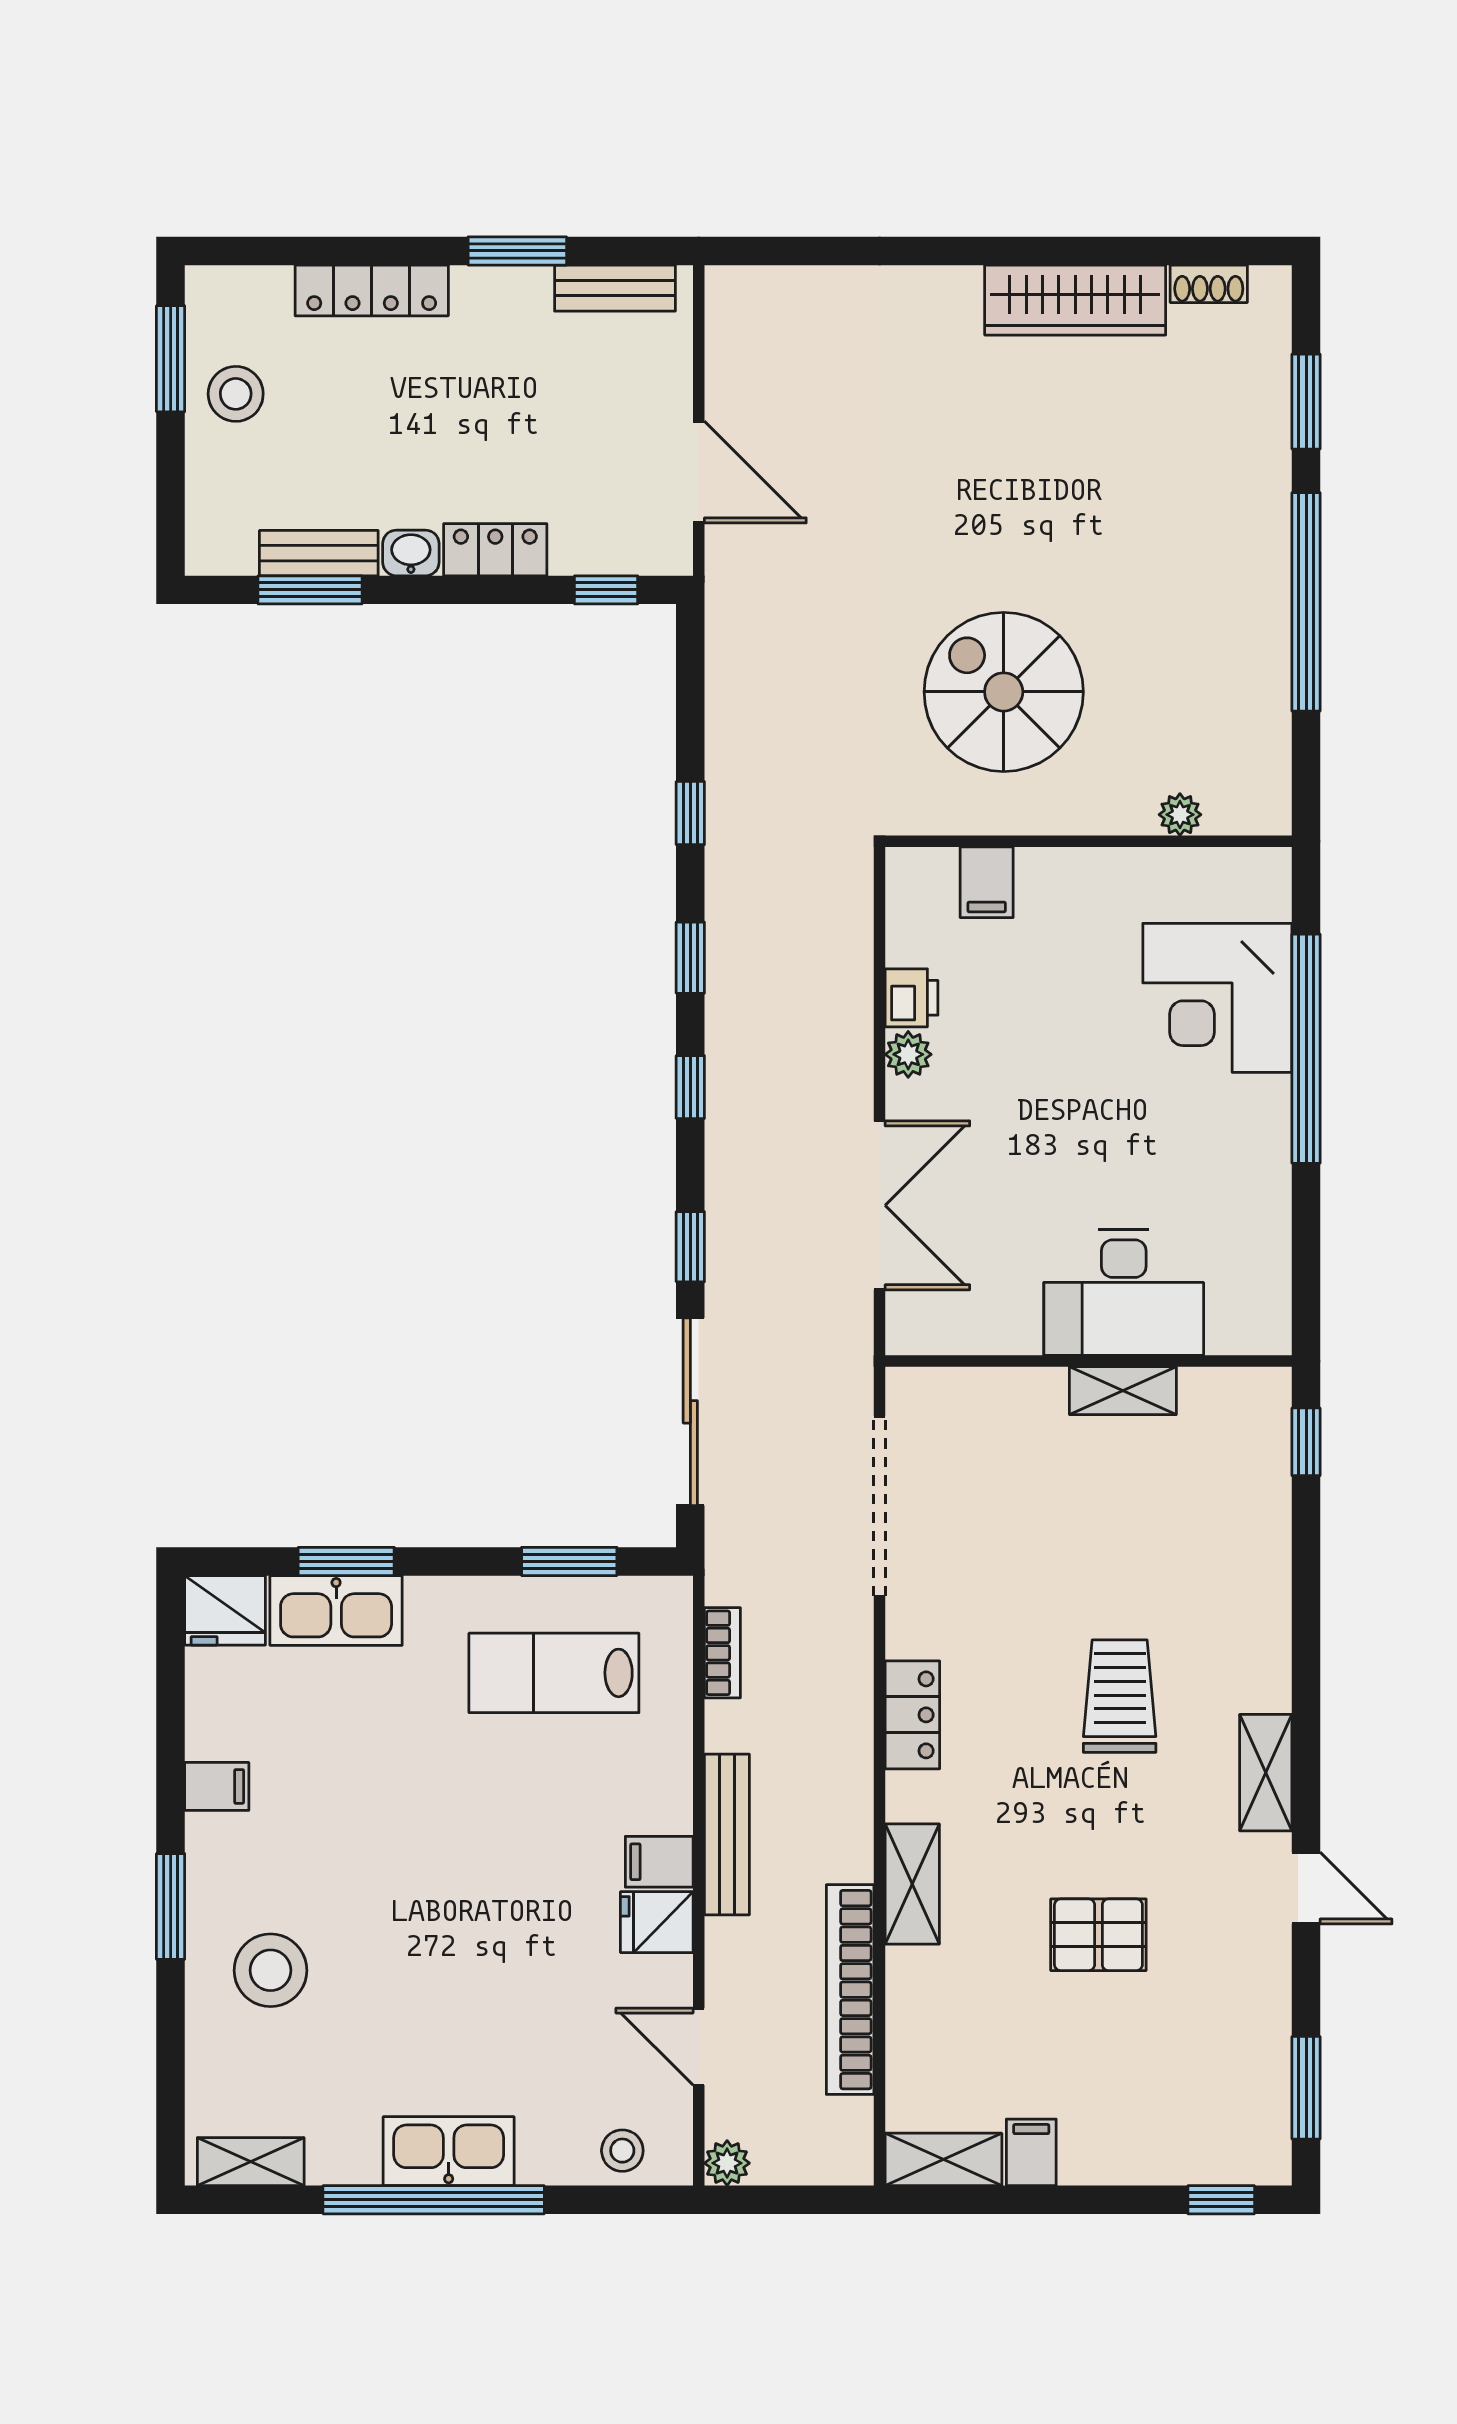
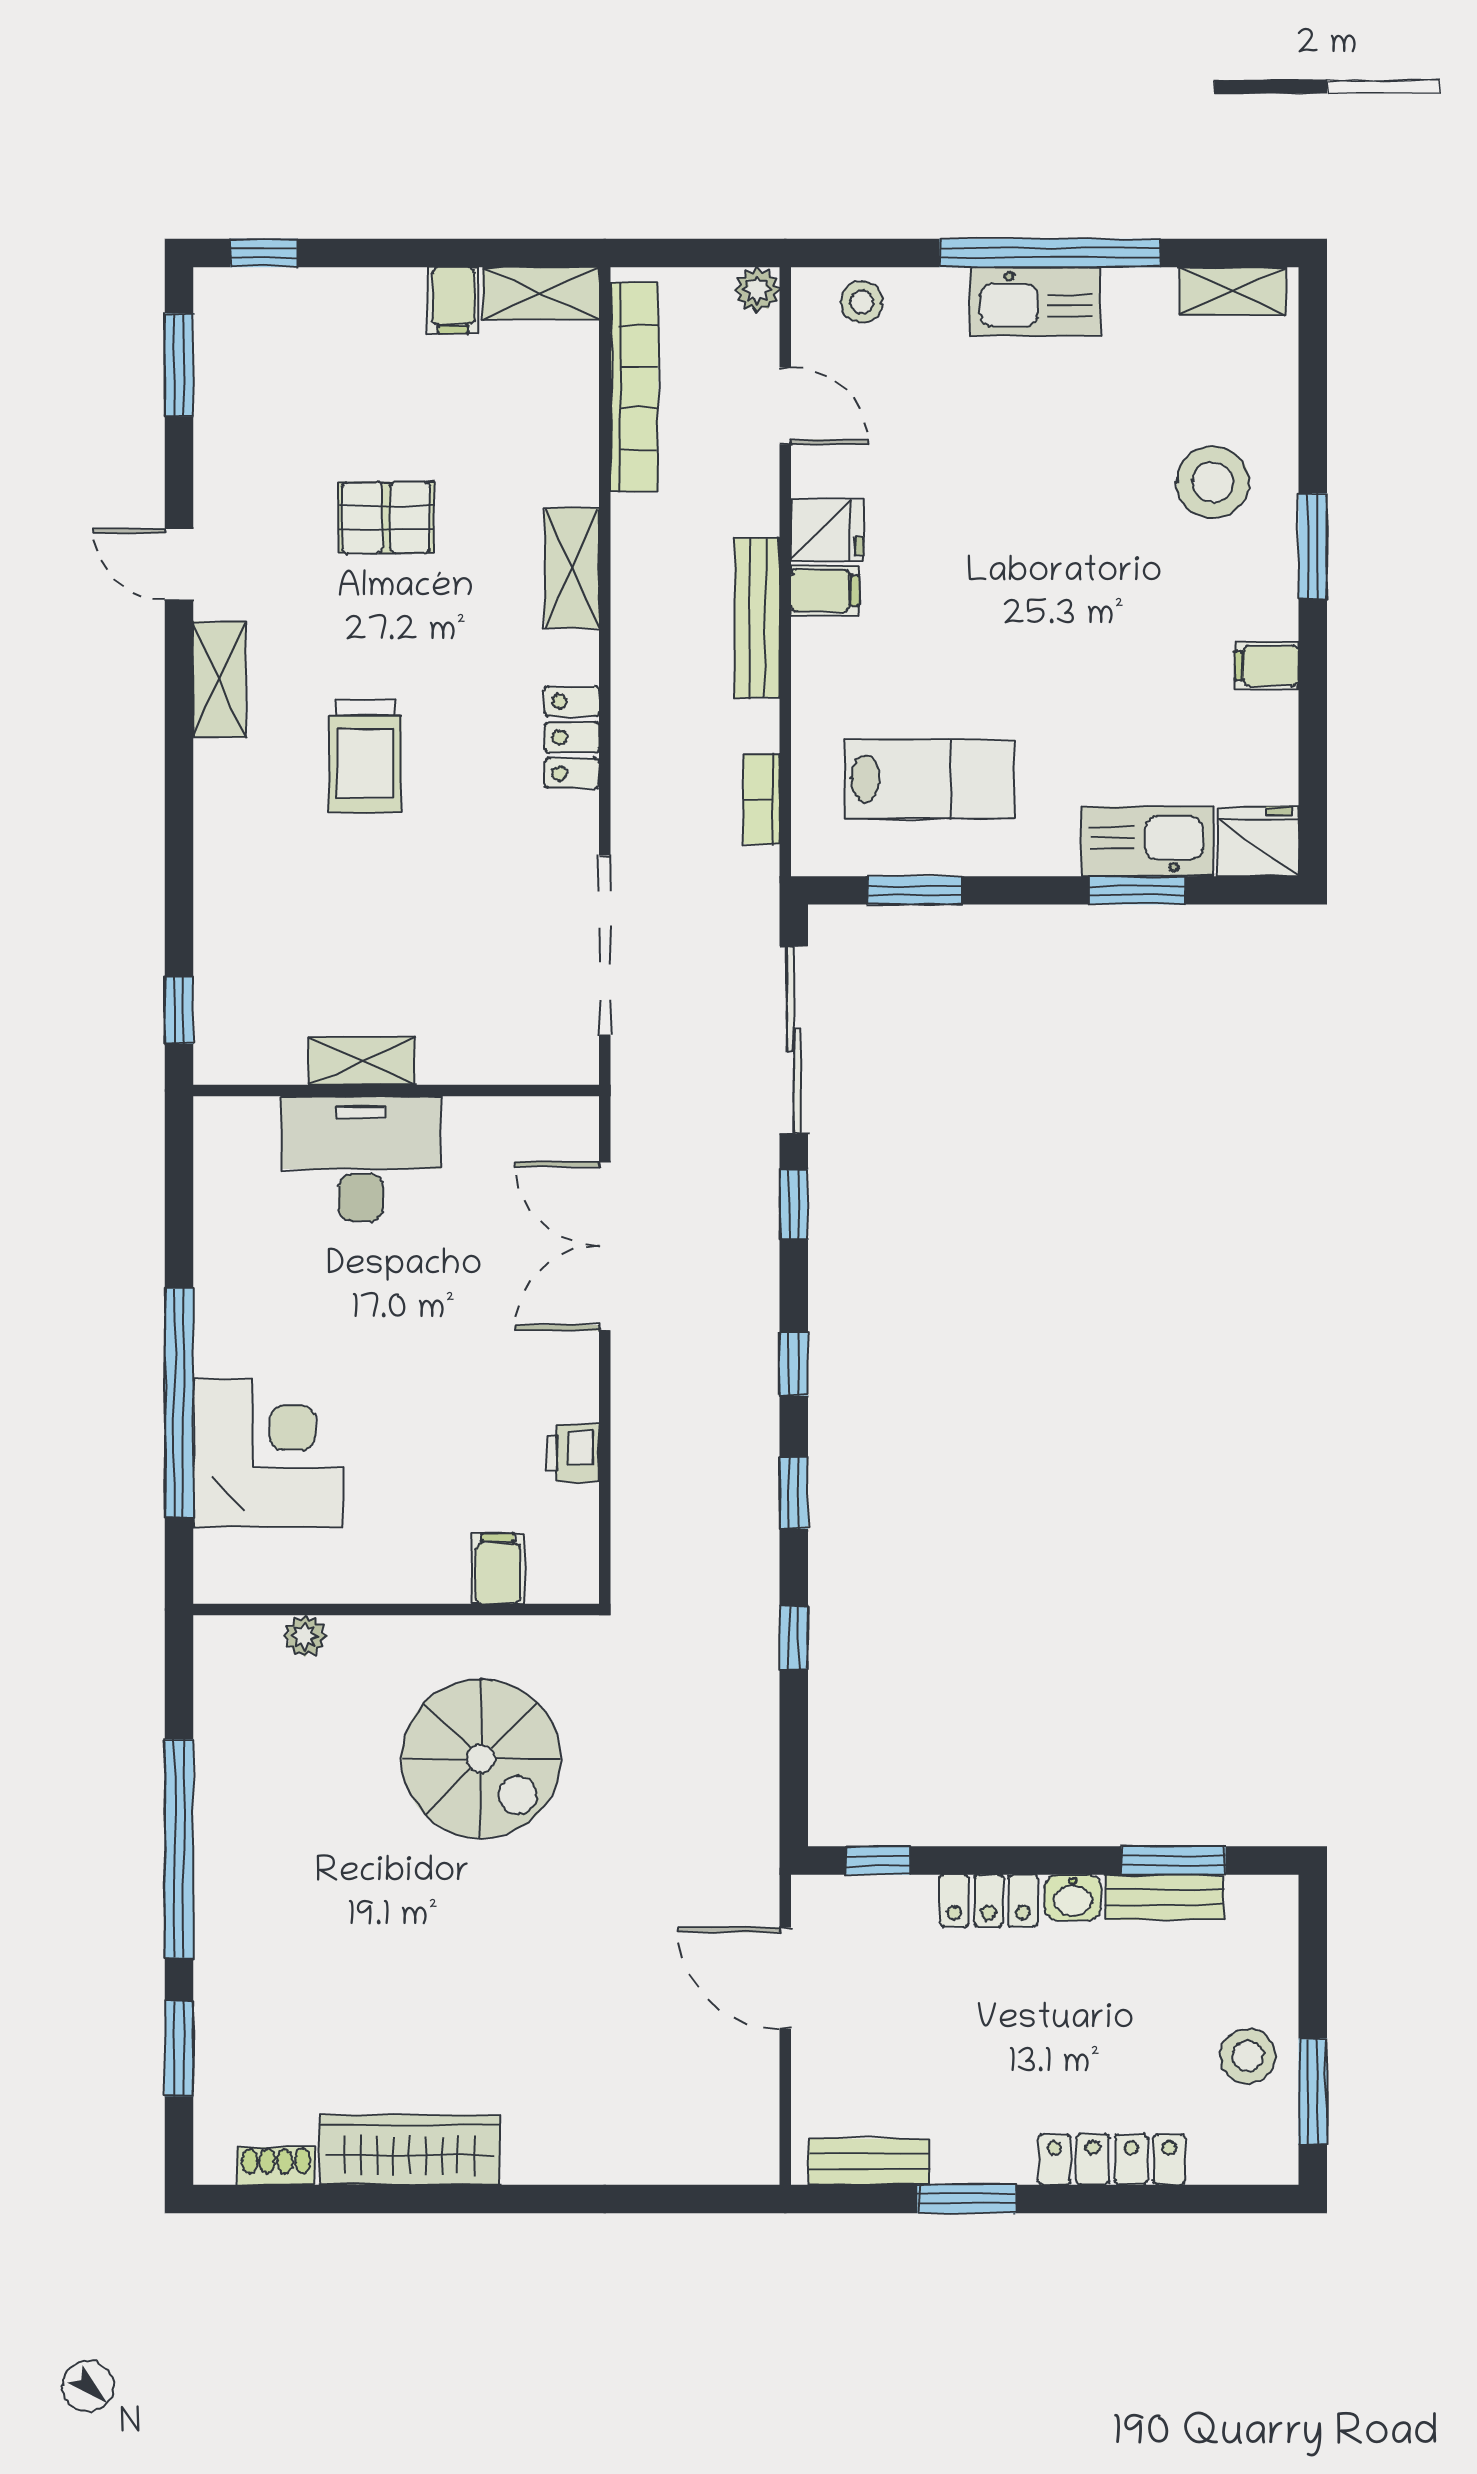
plant: (908, 1054) -> (576, 1397), removed
bookcase: (850, 1990) -> (634, 387), moved

